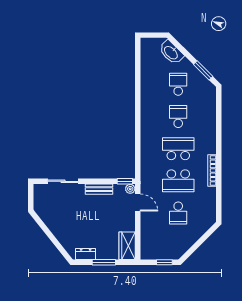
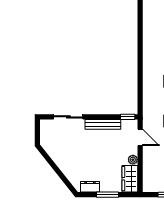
bench: (99, 189) -> (103, 124), width x1.36
plant: (130, 189) -> (133, 160), moved

